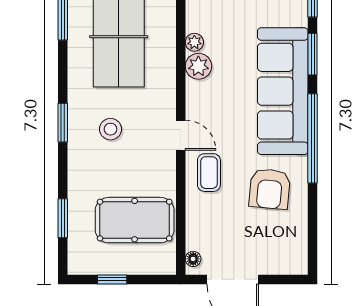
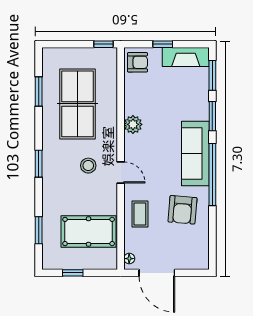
plant: (194, 42) -> (130, 108), removed
sofa: (283, 91) -> (195, 153), width x0.74, depth x0.79
stool: (111, 129) -> (88, 166), moved
coffee table: (209, 173) -> (140, 214), moved

